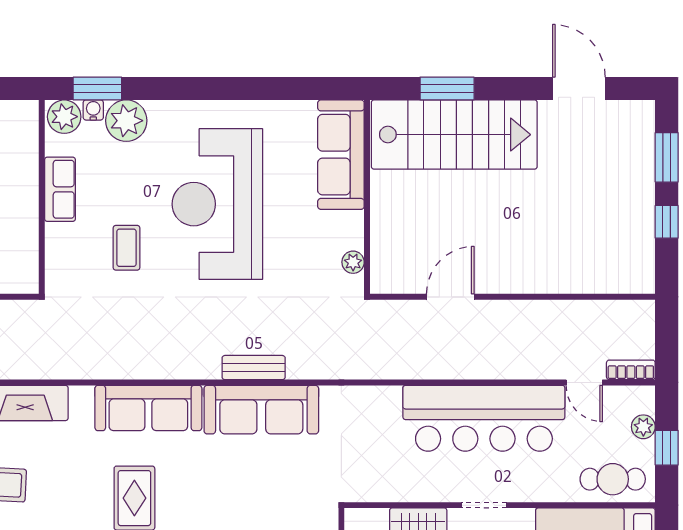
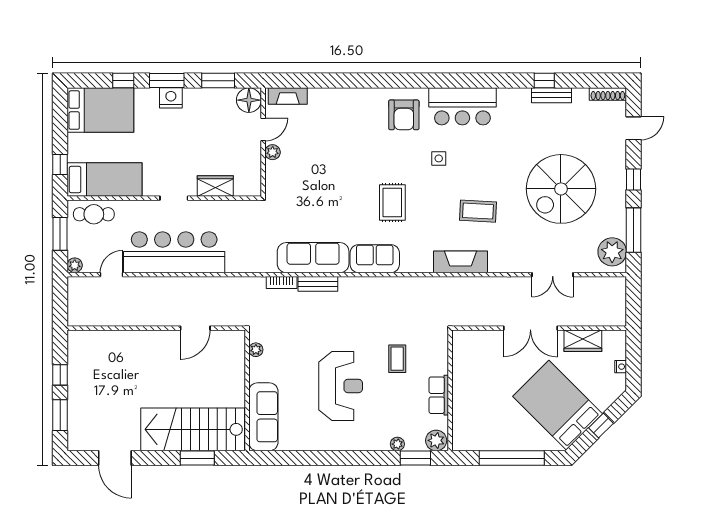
water cooler: (93, 110) -> (418, 445), removed
plant: (126, 121) -> (397, 444), width x0.53, depth x0.53
reception desk: (217, 204) -> (341, 386), width x0.74, depth x0.77
bookcase: (631, 370) -> (282, 283), moved
door: (584, 382) -> (112, 275), hinge flipped
sofa: (148, 408) -> (375, 259), width x0.73
plant: (643, 427) -> (75, 265), moved
window: (667, 448) -> (60, 234), width x1.50

